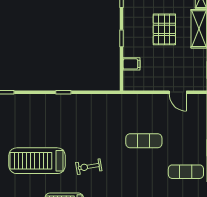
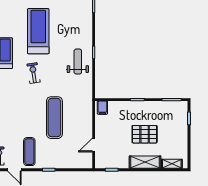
filing cabinet: (132, 64) -> (102, 108), moved
weight bench: (75, 112) -> (78, 62), added
exercise mat: (144, 141) -> (54, 118), width x1.36, depth x1.45

